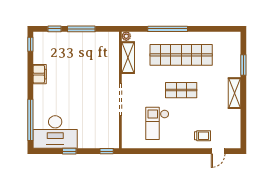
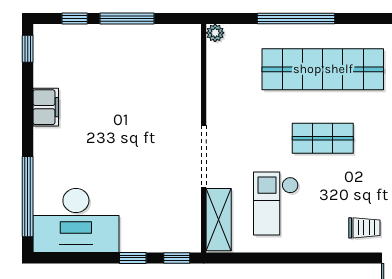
shelving: (128, 58) -> (219, 220), moved
window: (69, 151) -> (133, 258), moved

